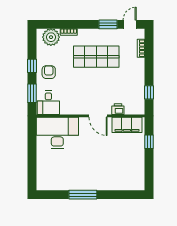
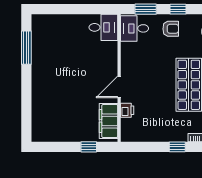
window: (149, 92) -> (177, 147), moved
desk: (57, 133) -> (103, 27), width x0.53, depth x0.77
window: (83, 195) -> (26, 48), moved

